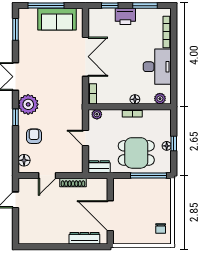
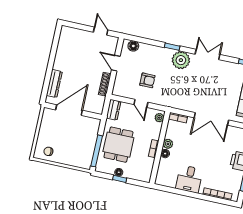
desk: (157, 67) -> (189, 179), width x0.73
plant: (160, 99) -> (168, 144), moved
armchair: (34, 136) -> (147, 80), moved
door: (86, 138) -> (141, 103), swing flipped

